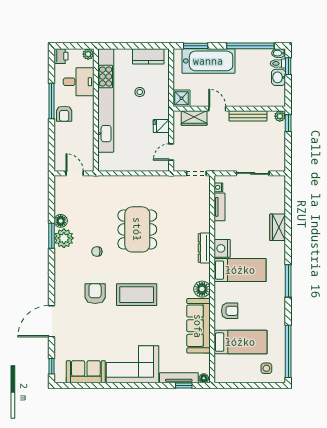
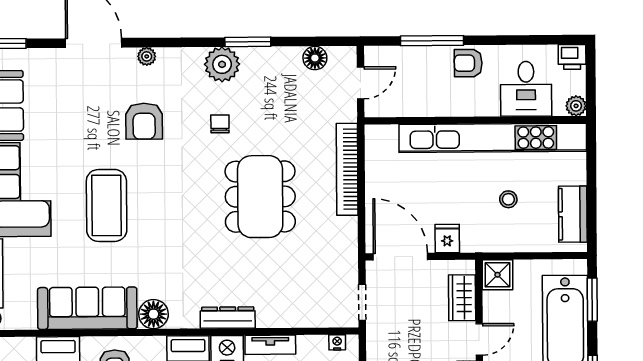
window: (52, 101) -> (432, 41), moved
door: (171, 152) -> (400, 257), width x1.88
bookcase: (123, 181) -> (347, 169), added
tv unit: (219, 207) -> (270, 345), moved
floor lamp: (61, 221) -> (315, 58), moved
dining table: (137, 229) -> (260, 197), turned 90
plant: (64, 238) -> (222, 64), moved
plant: (59, 292) -> (147, 56), added
armchair: (95, 294) -> (144, 121), turned 90
coffee table: (137, 295) -> (107, 205), moved

